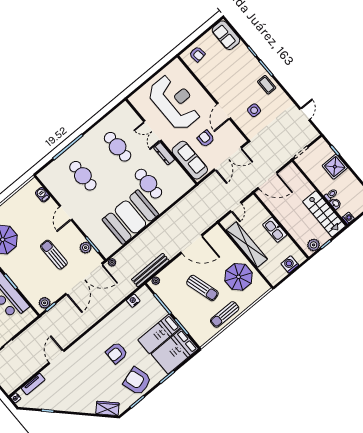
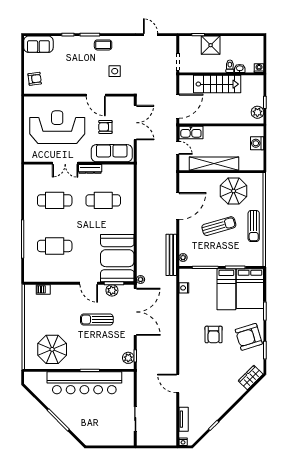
door: (66, 213) -> (89, 283), moved
stairs: (324, 214) -> (217, 84), moved
booth: (130, 217) -> (117, 258), moved
kitchen sink: (275, 230) -> (191, 132), moved

